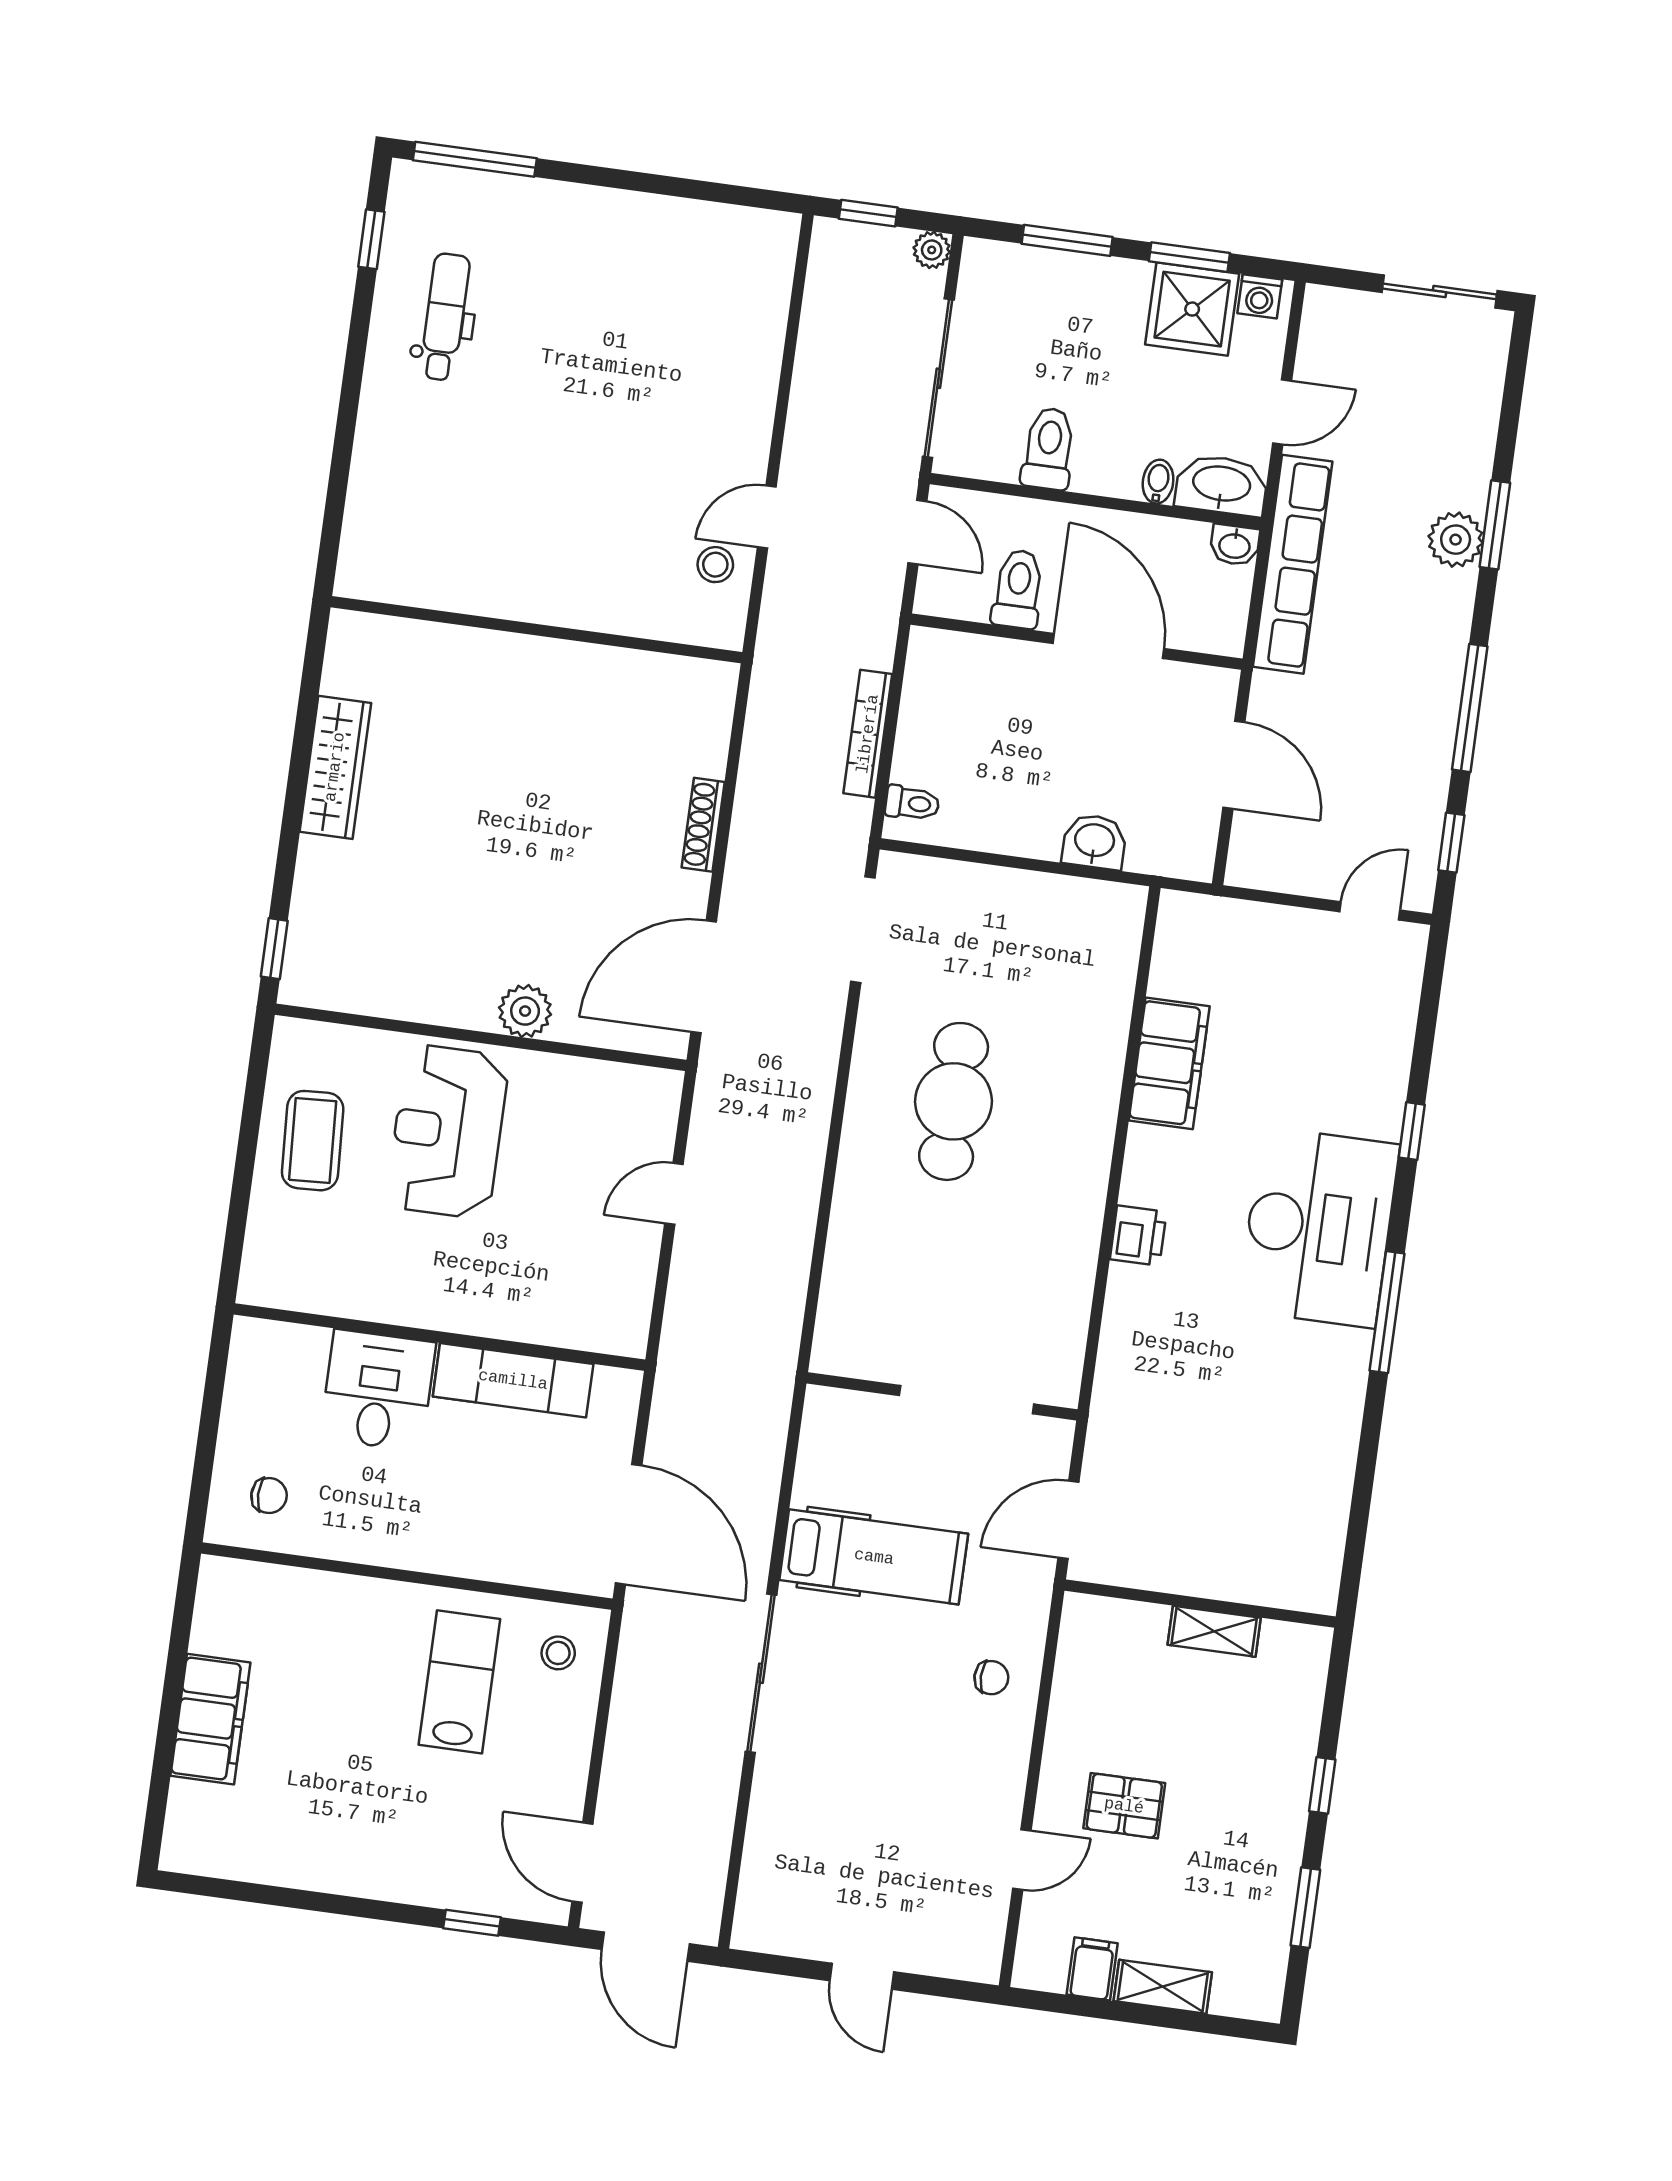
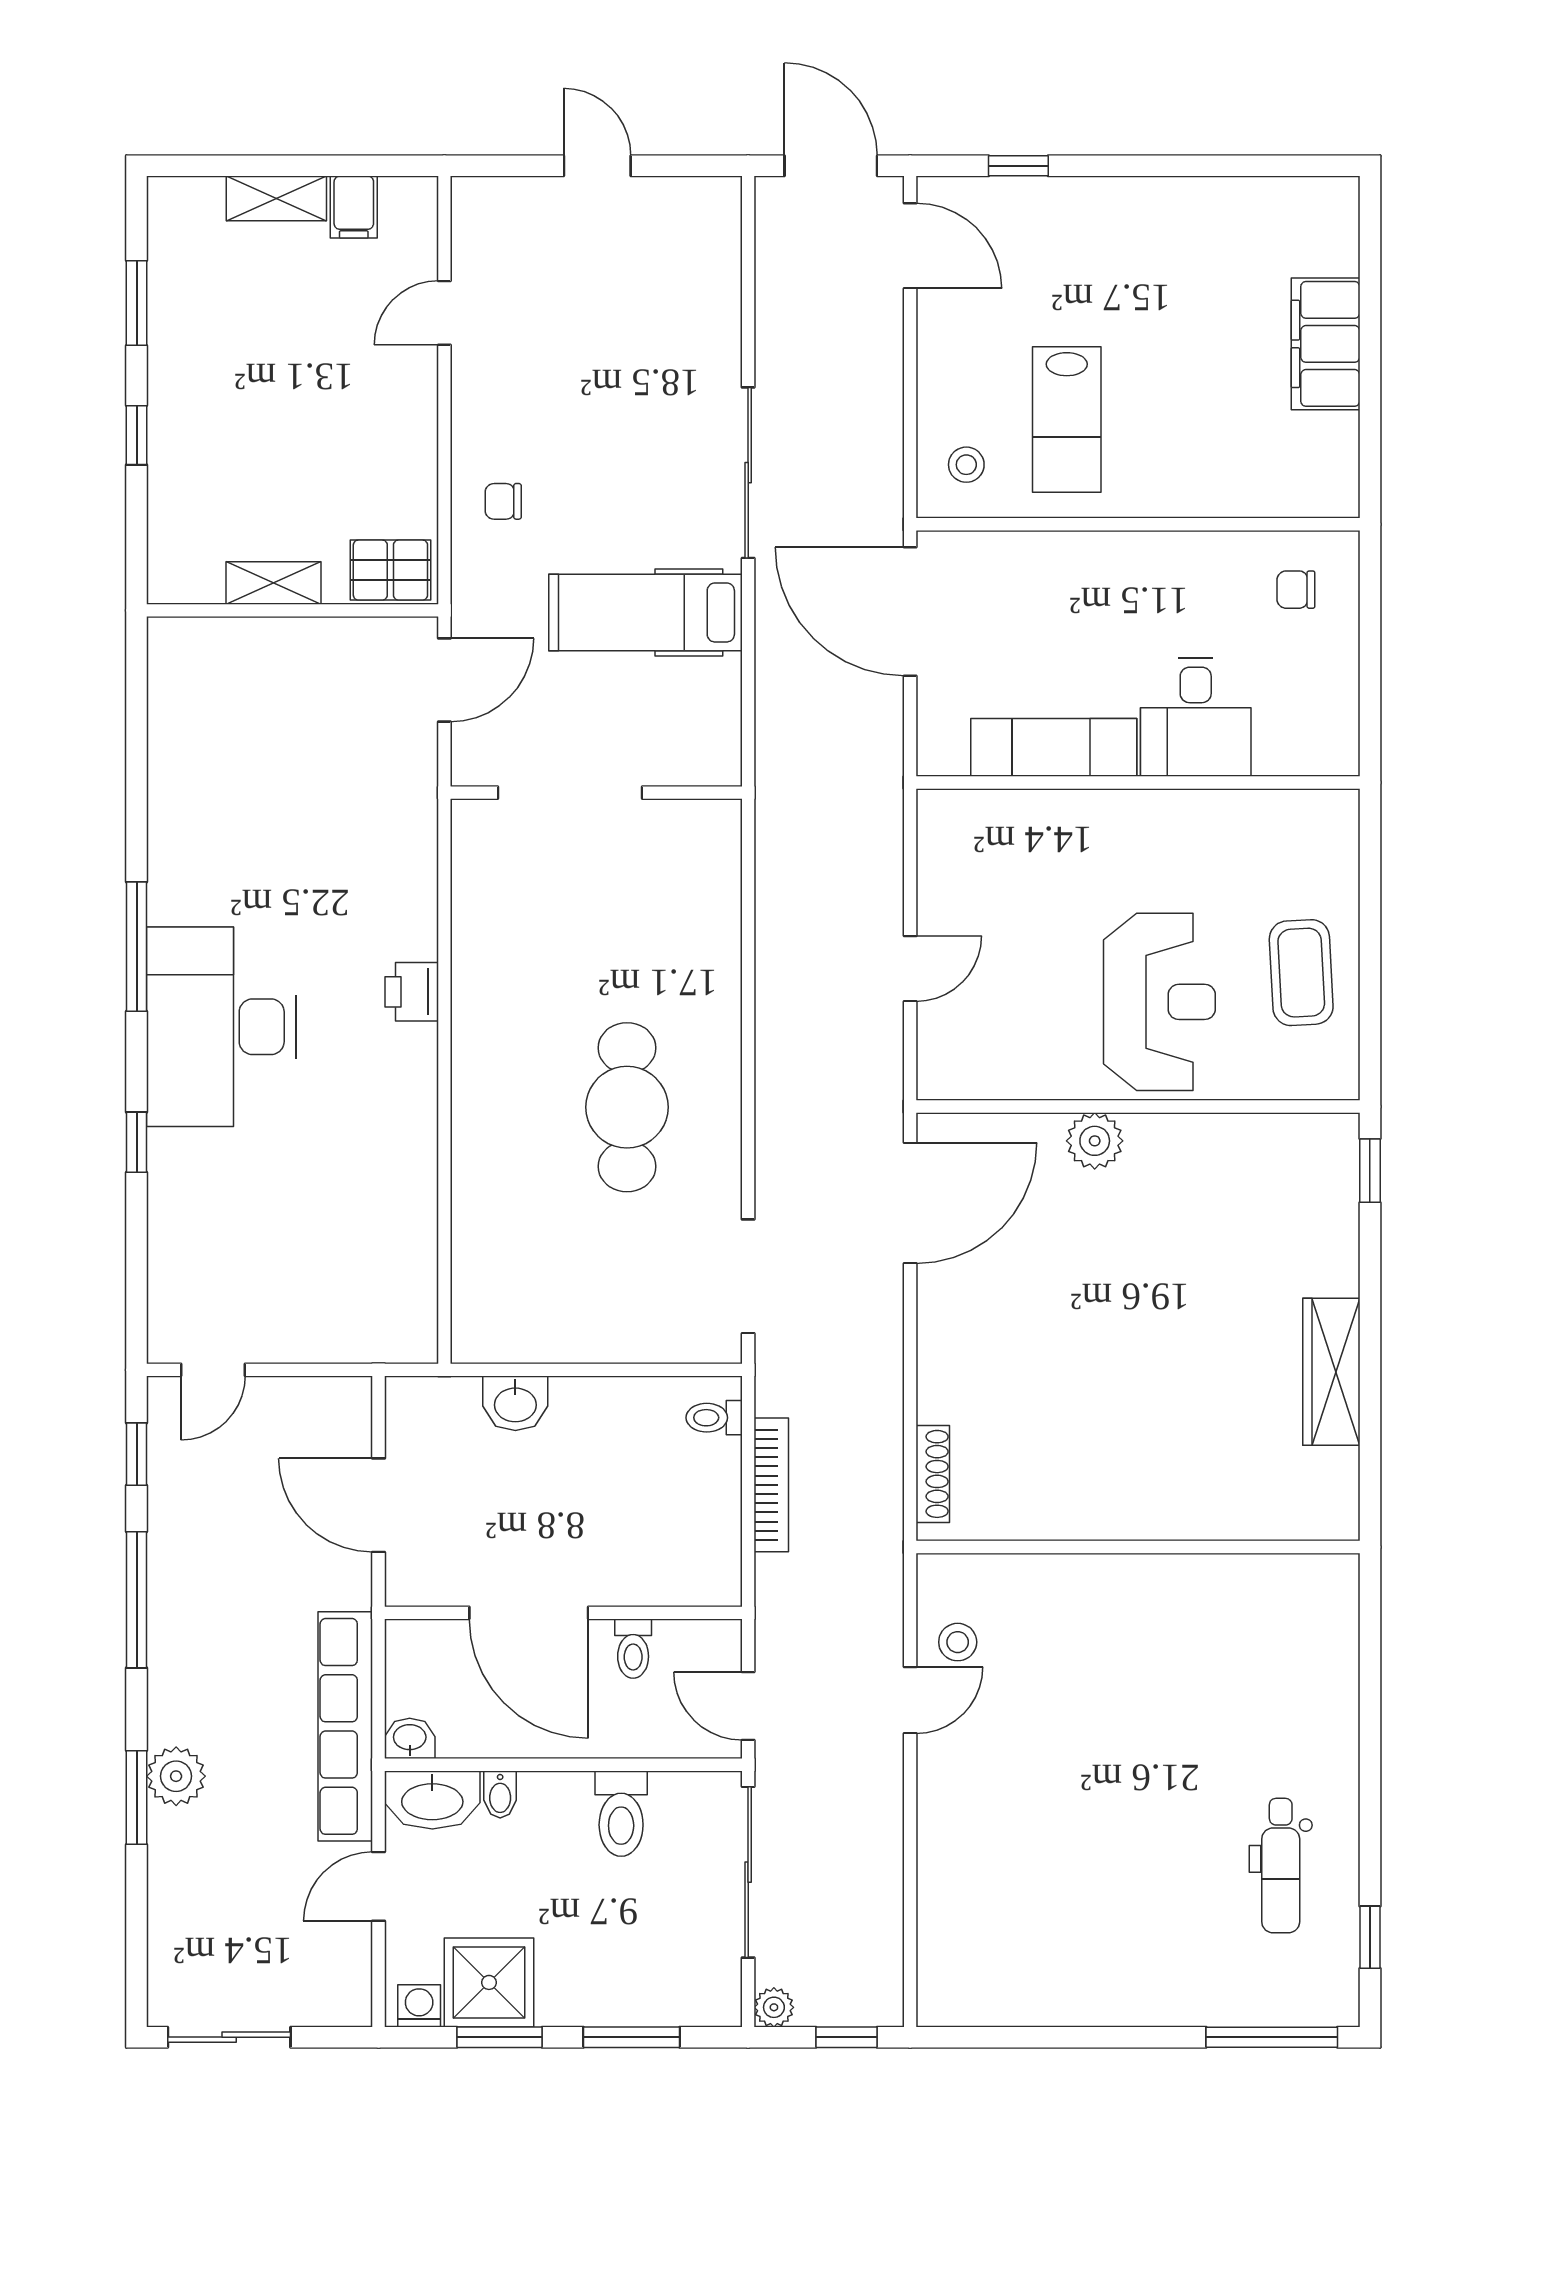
toilet: (1018, 589) -> (633, 1649), width x0.73, depth x0.72
shoe rack: (703, 825) -> (933, 1474), moved
filing cabinet: (1169, 1063) -> (404, 1179), removed
pallet: (1124, 1806) -> (390, 570), moved

